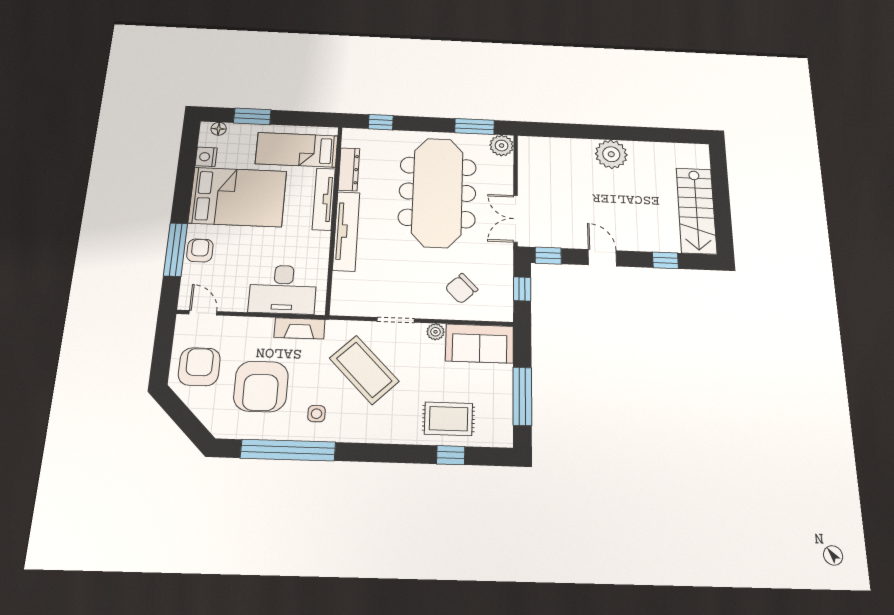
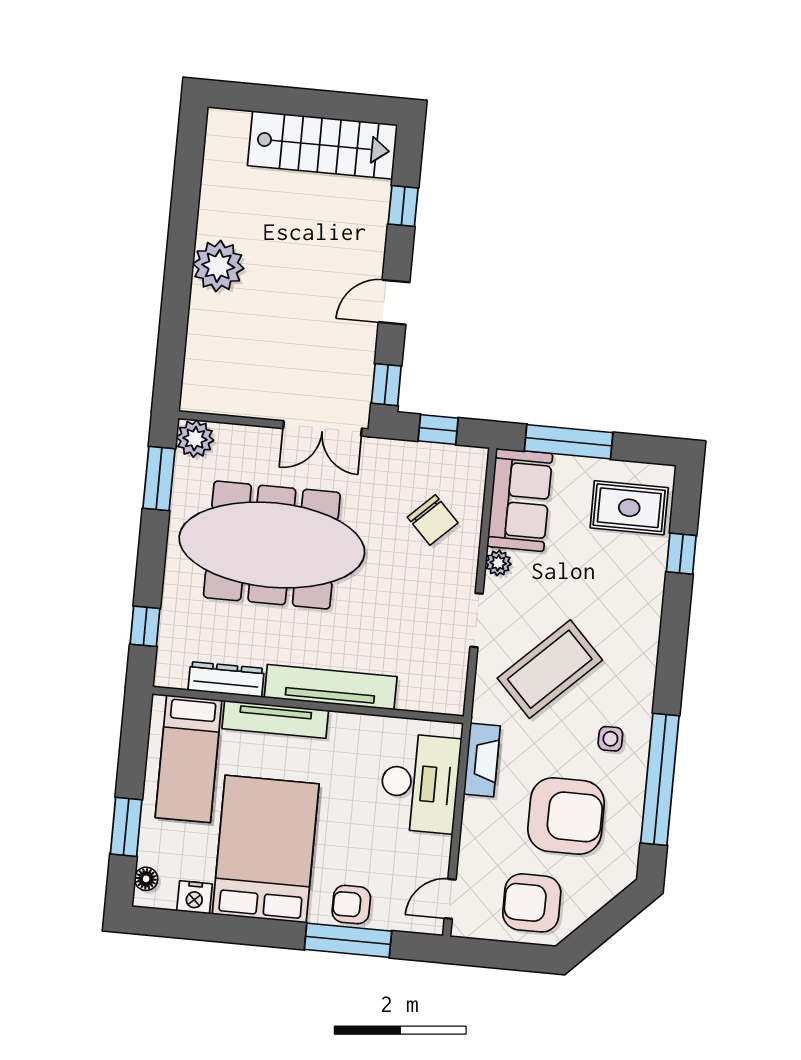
window: (522, 396) -> (569, 442), moved
rug: (449, 419) -> (629, 508), moved, turned 90

